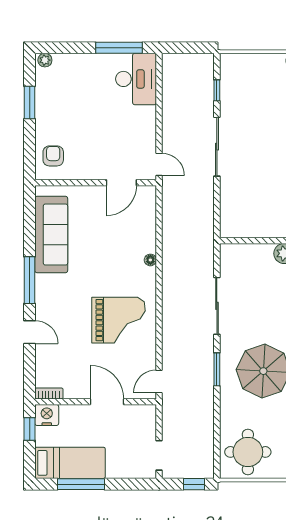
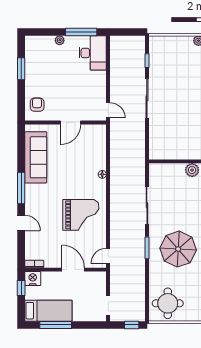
plant: (45, 60) -> (60, 40), moved
door: (121, 183) -> (71, 123), moved

